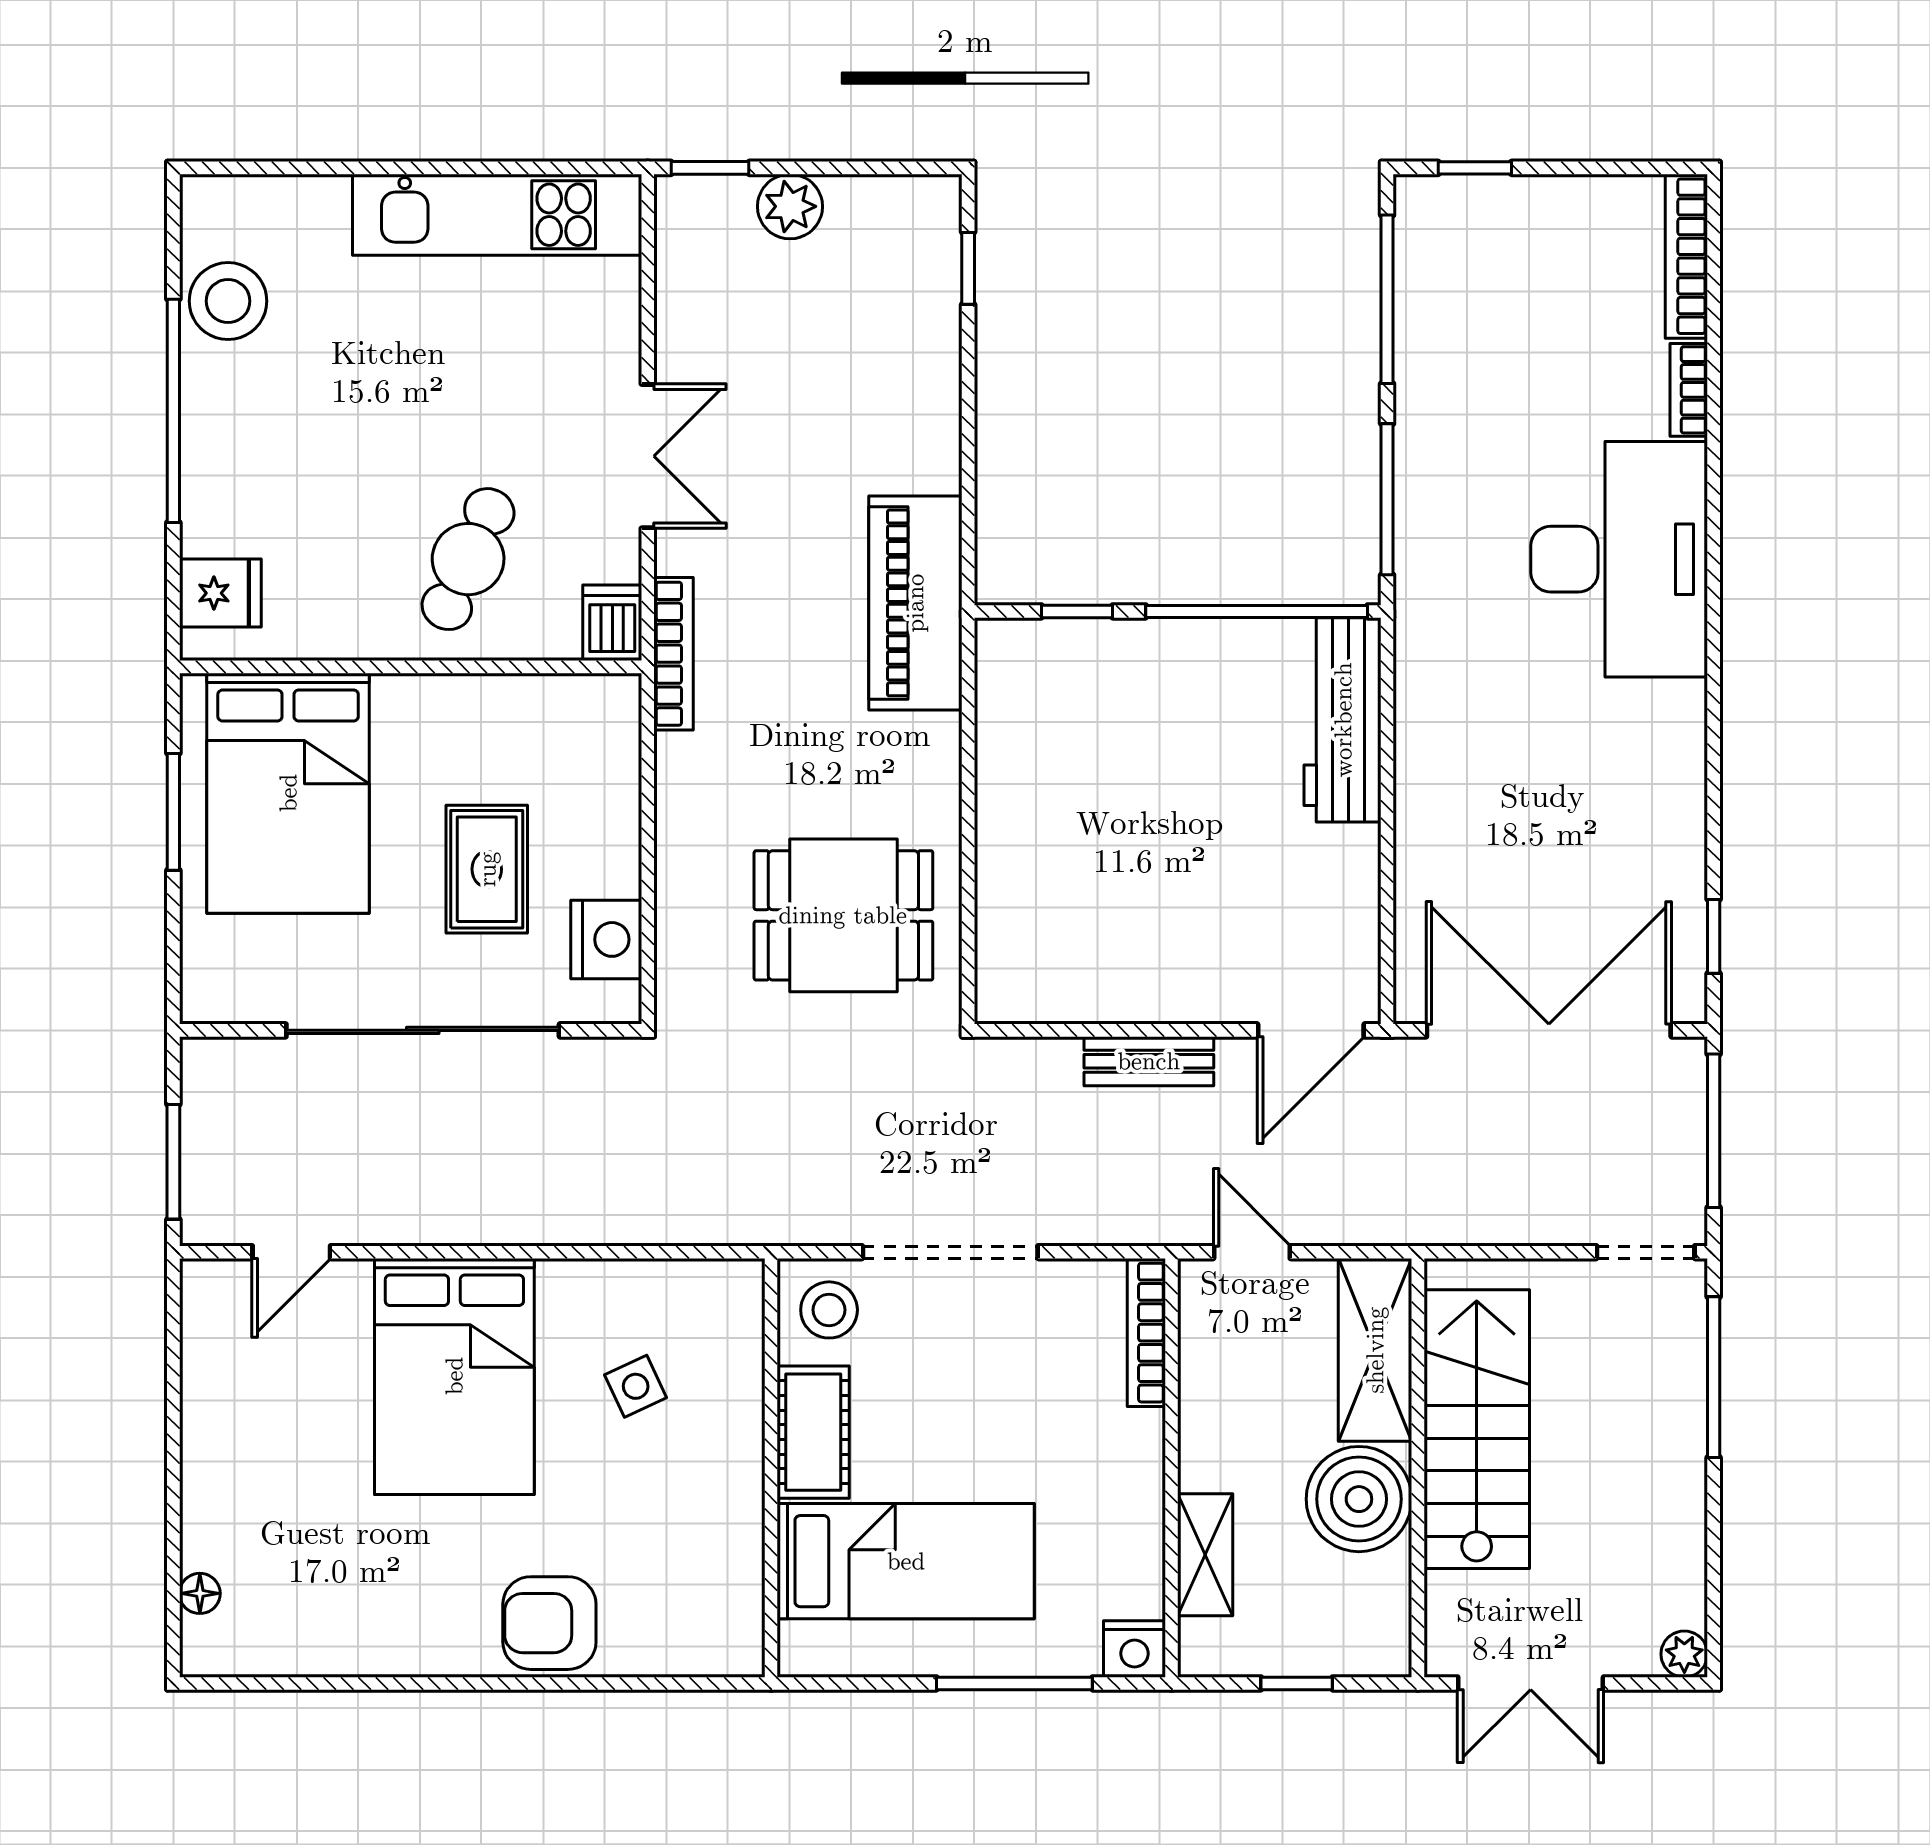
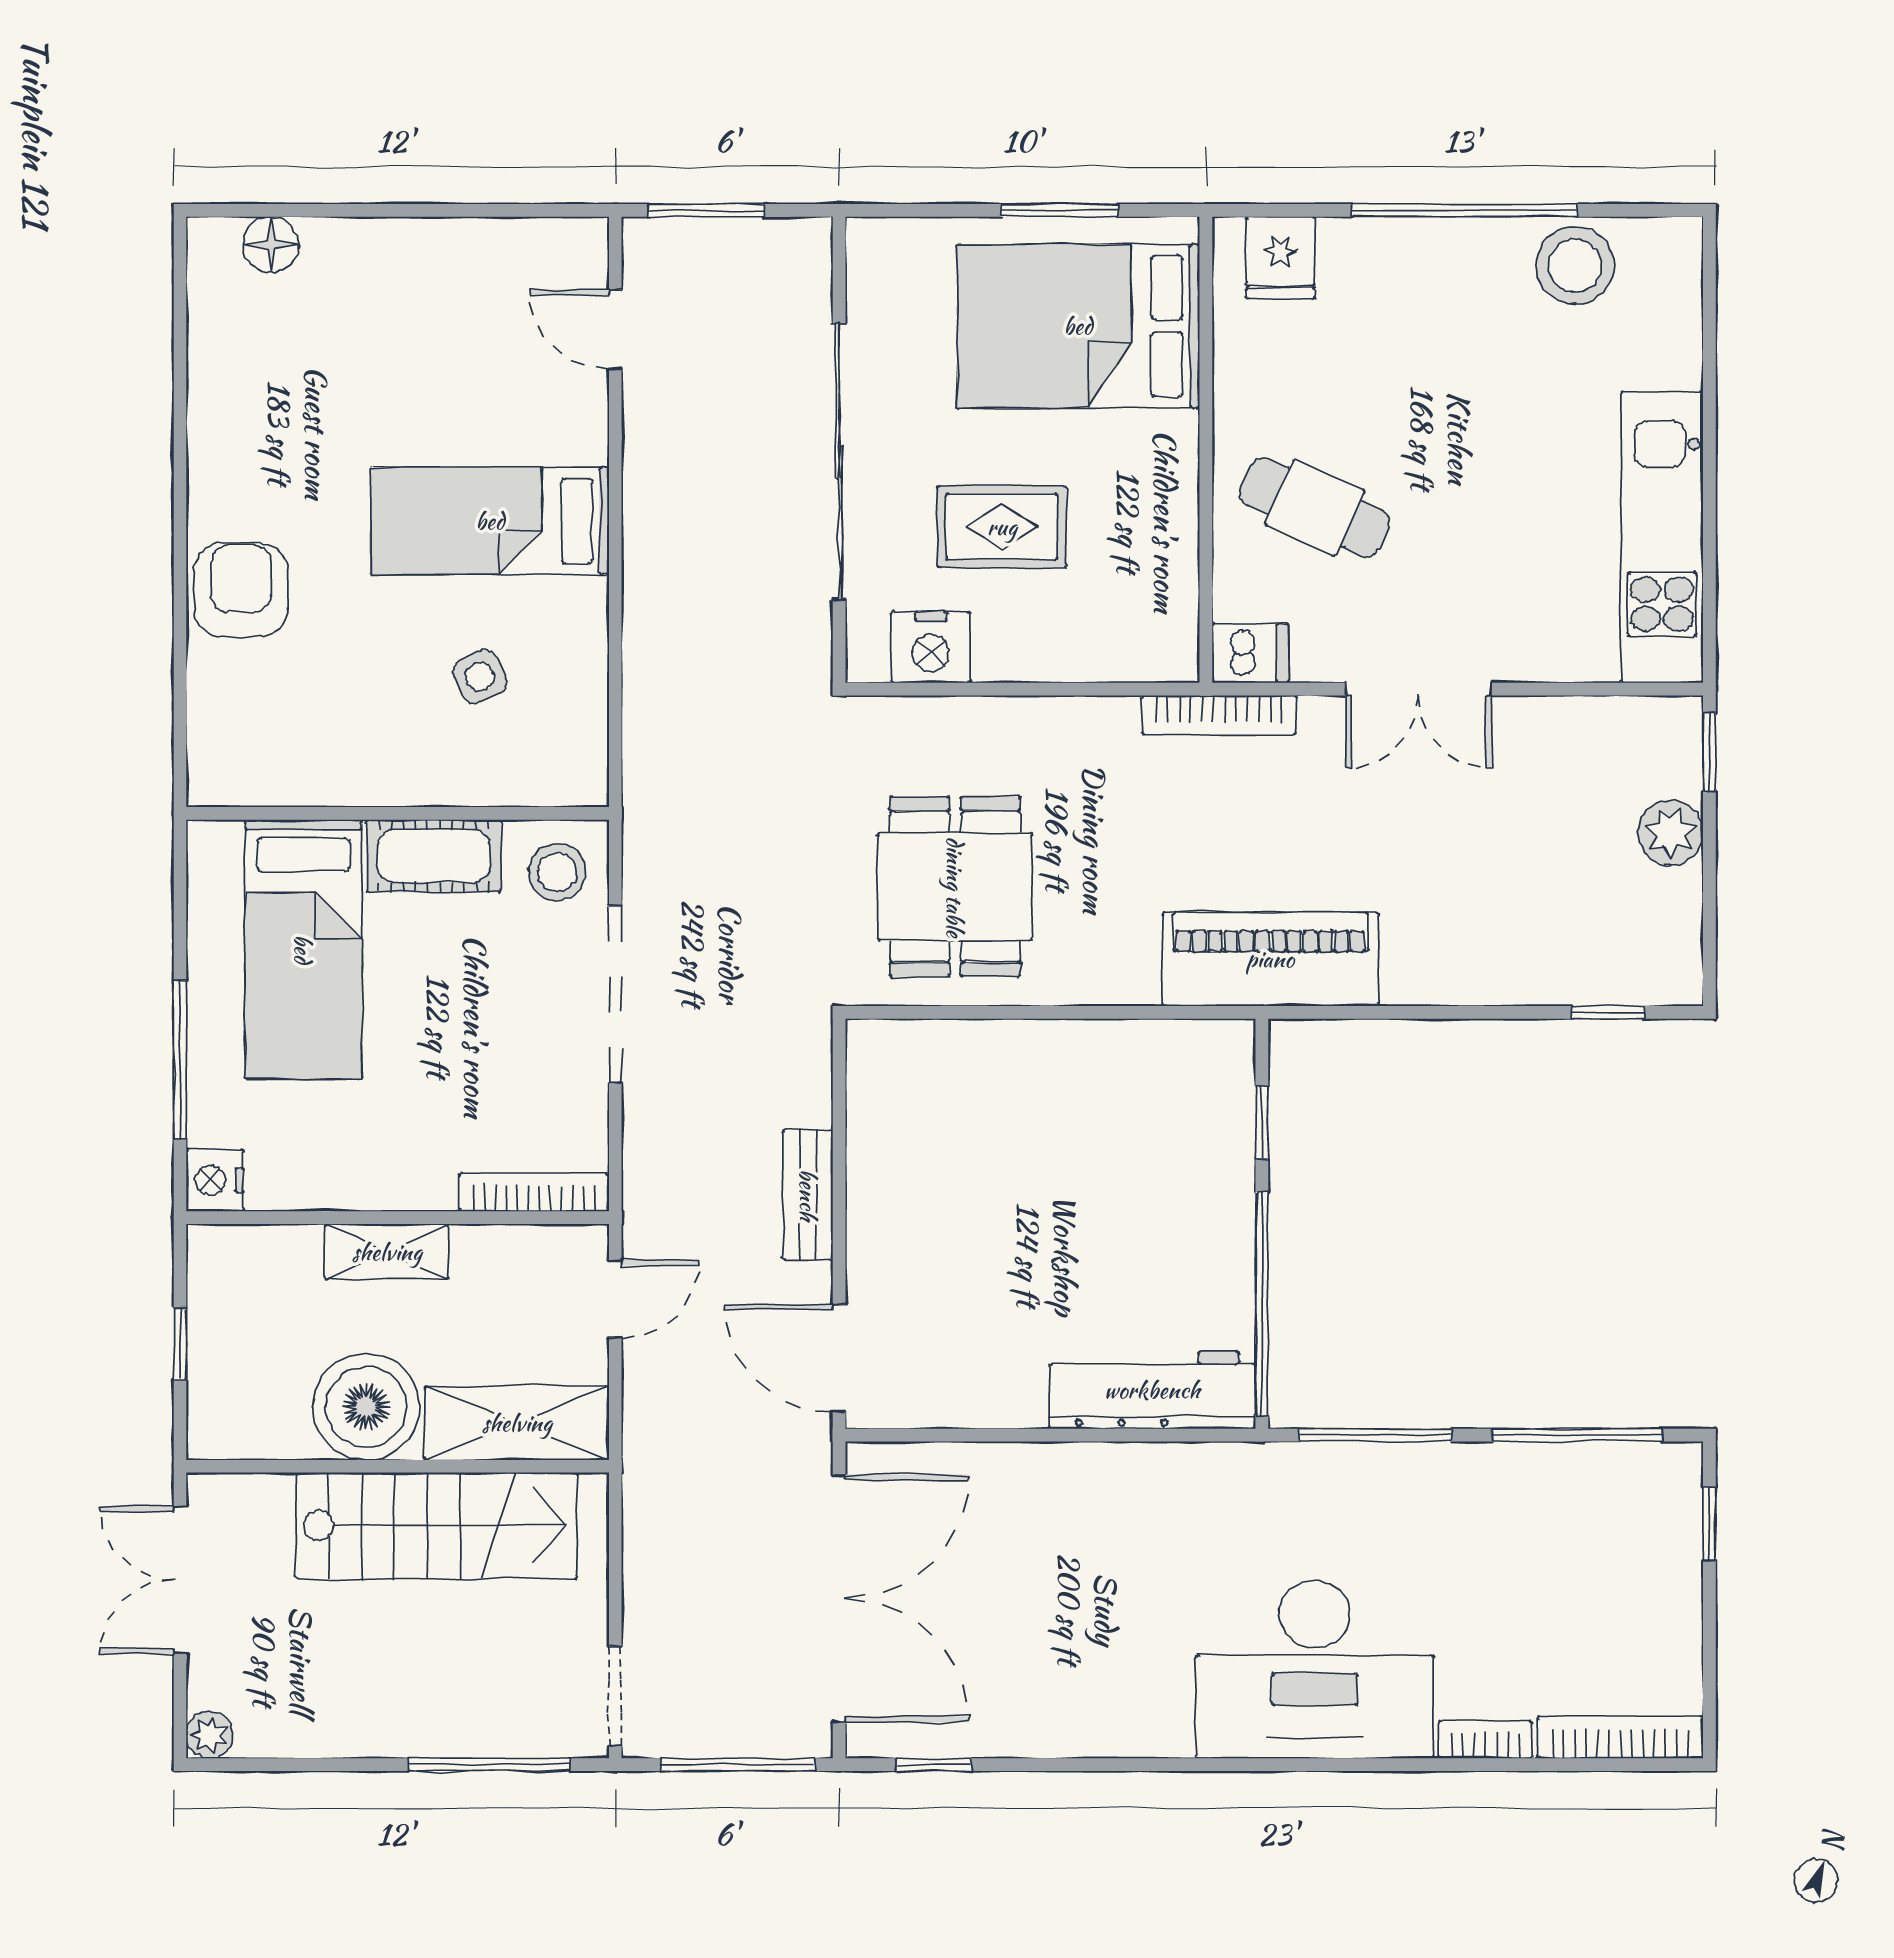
bed: (454, 1376) -> (490, 521), width x0.67
shelving: (1205, 1555) -> (387, 1252), moved
floor lamp: (200, 1593) -> (271, 245), width x1.37, depth x1.37

